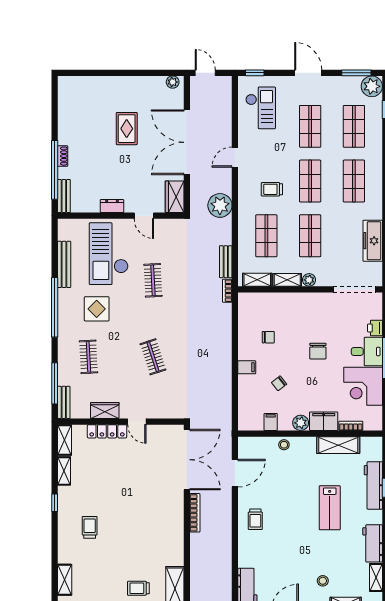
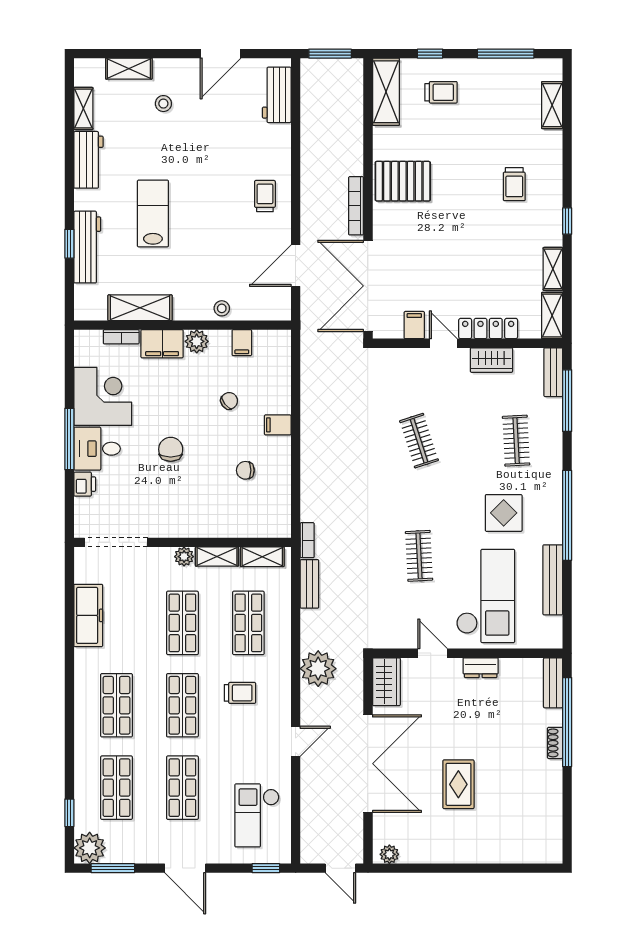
filing cabinet: (156, 434) -> (414, 325), added
pallet: (164, 529) -> (403, 181), added

